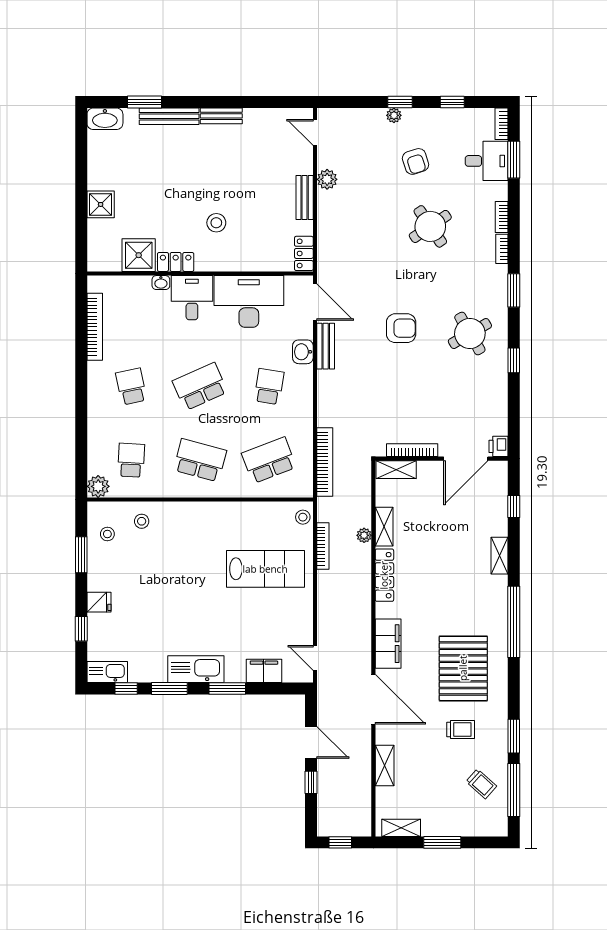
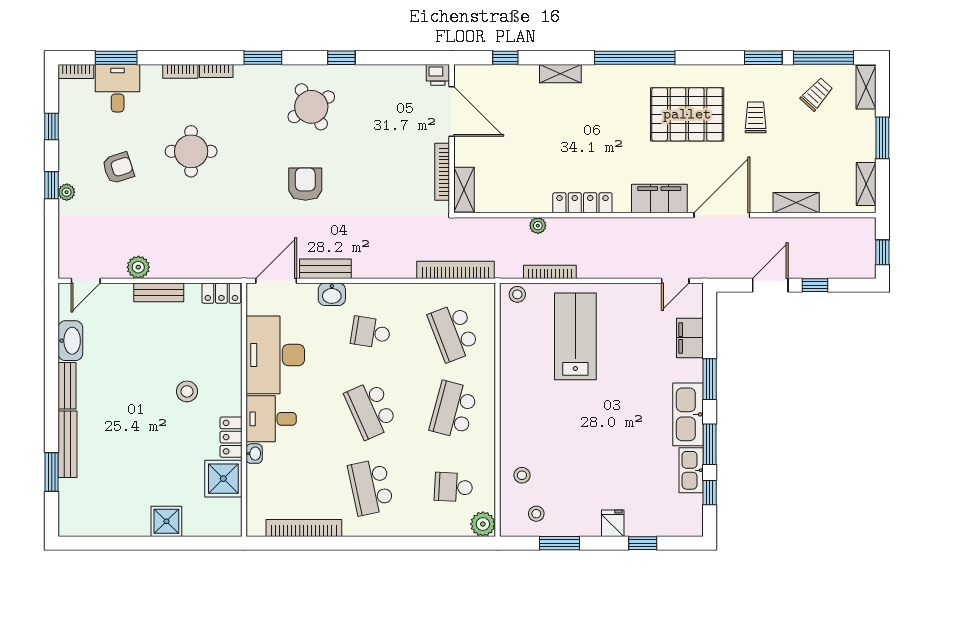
washbasin: (105, 119) -> (70, 341), moved
round table: (430, 226) -> (191, 151), turned 34
school desk: (131, 387) -> (371, 487), width x1.85
shelving: (384, 527) -> (866, 87), moved, turned 90
kitchen sink: (107, 672) -> (691, 470), moved

